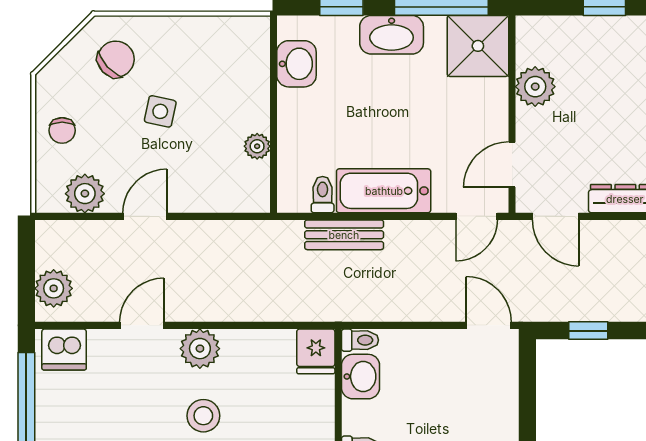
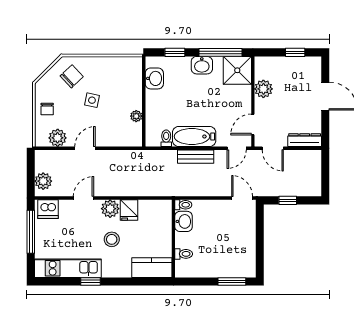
washbasin: (392, 35) -> (202, 65), width x0.72
bench: (344, 235) -> (196, 157), moved
fridge: (316, 351) -> (129, 210), moved

